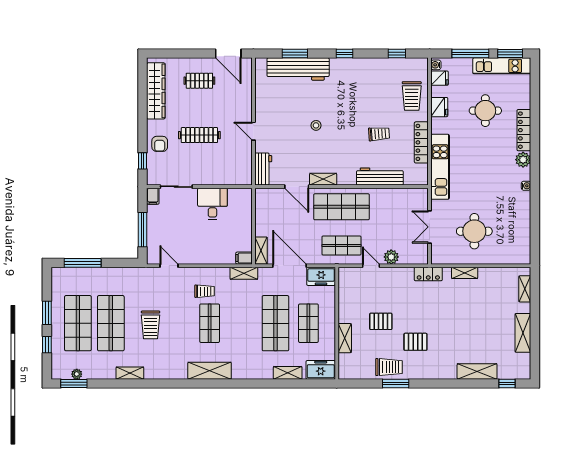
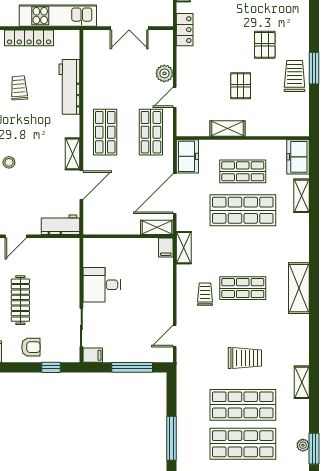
shop shelf: (341, 207) -> (105, 132), width x0.70, depth x0.74
shelving: (345, 338) -> (228, 128), moved

